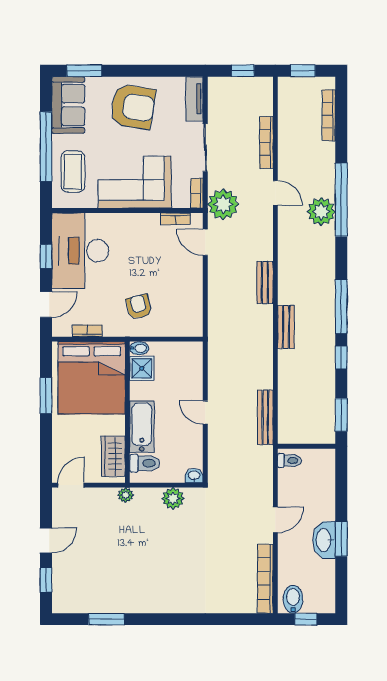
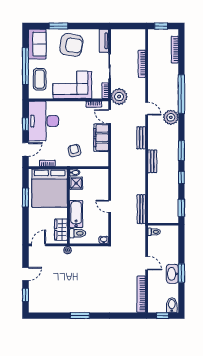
window: (84, 71) -> (58, 26), moved
window: (243, 71) -> (129, 26), removed
door: (275, 193) -> (147, 109), moved
plant: (321, 212) -> (171, 117), moved
filing cabinet: (189, 282) -> (101, 138), added
window: (341, 307) -> (181, 151), width x0.69
plant: (173, 498) -> (93, 252), removed
door: (275, 520) -> (147, 263), hinge flipped
bidet: (293, 599) -> (172, 305), moved
window: (106, 619) -> (80, 316), moved

